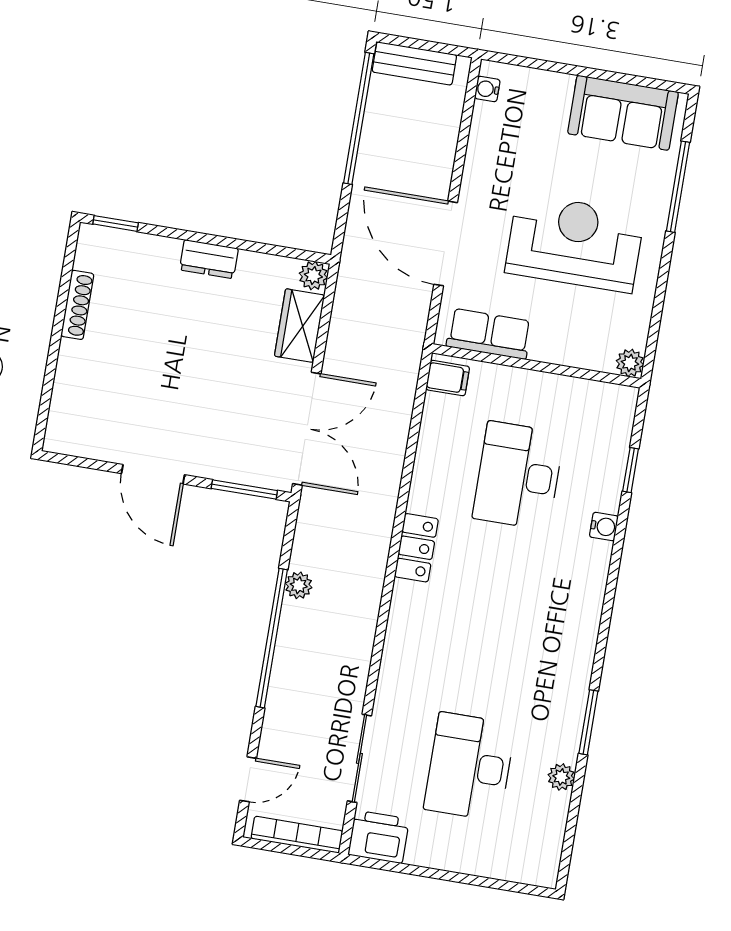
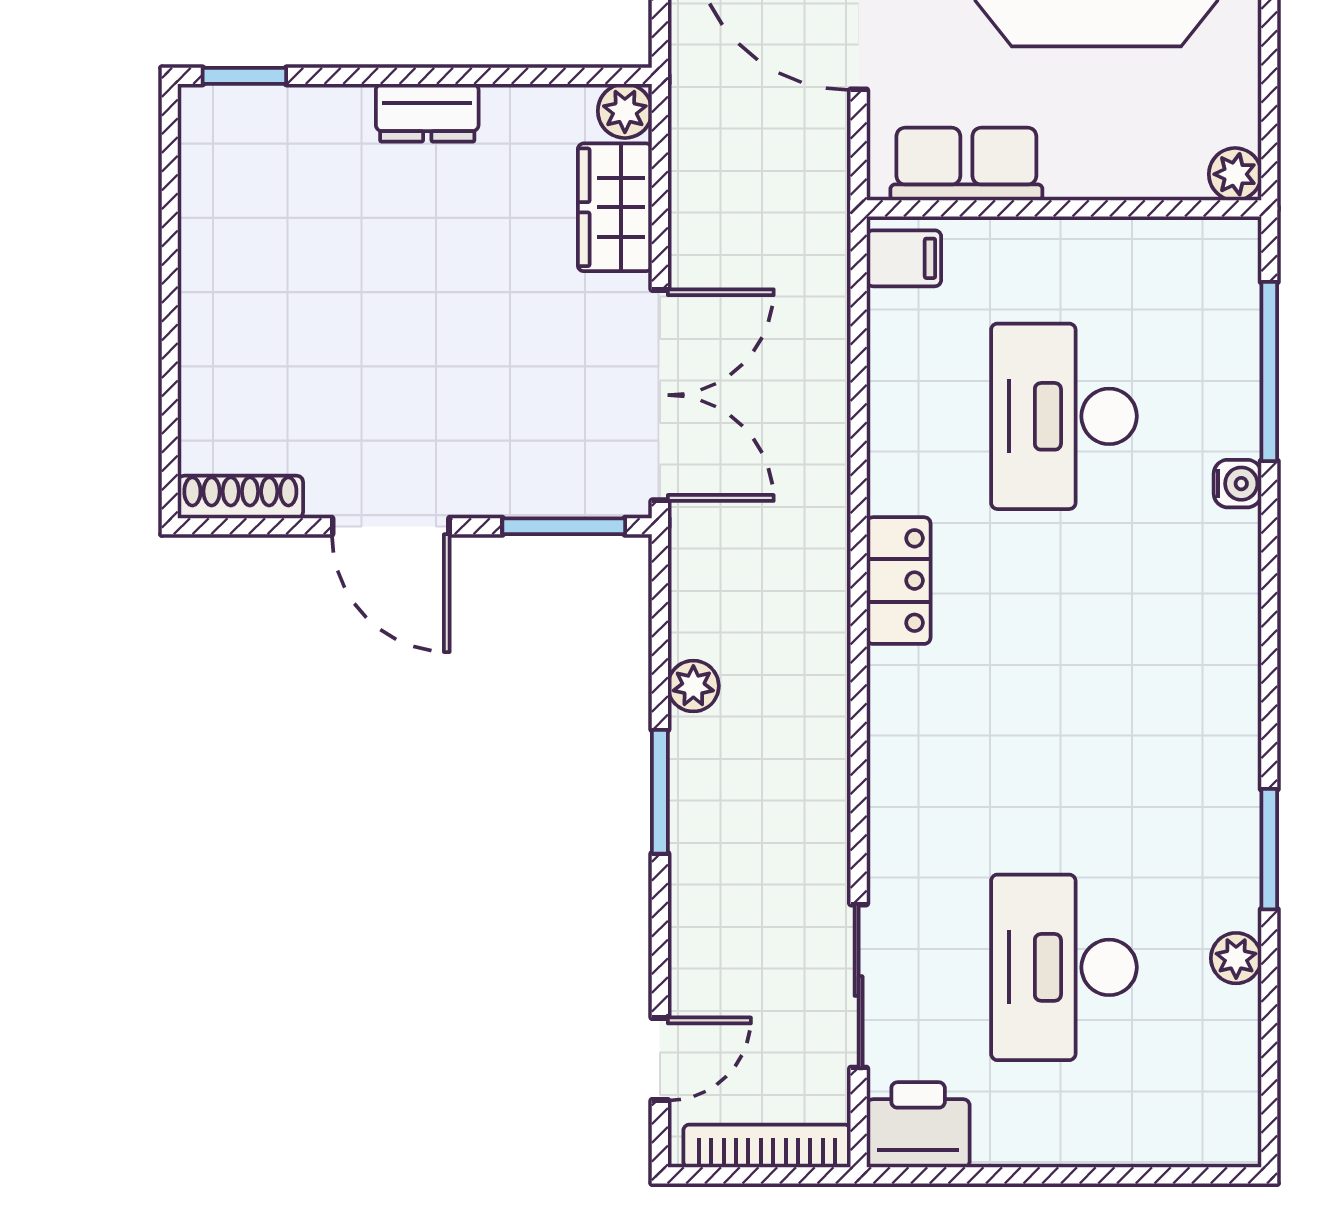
shoe rack: (77, 305) -> (240, 497), moved, turned -90
window: (631, 470) -> (1269, 371), width x2.17
window: (272, 638) -> (660, 792), width x0.47

